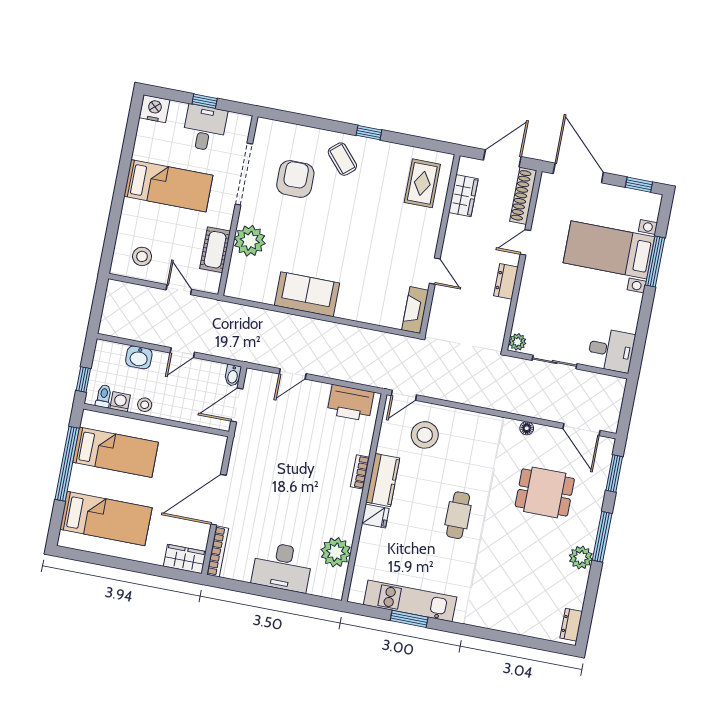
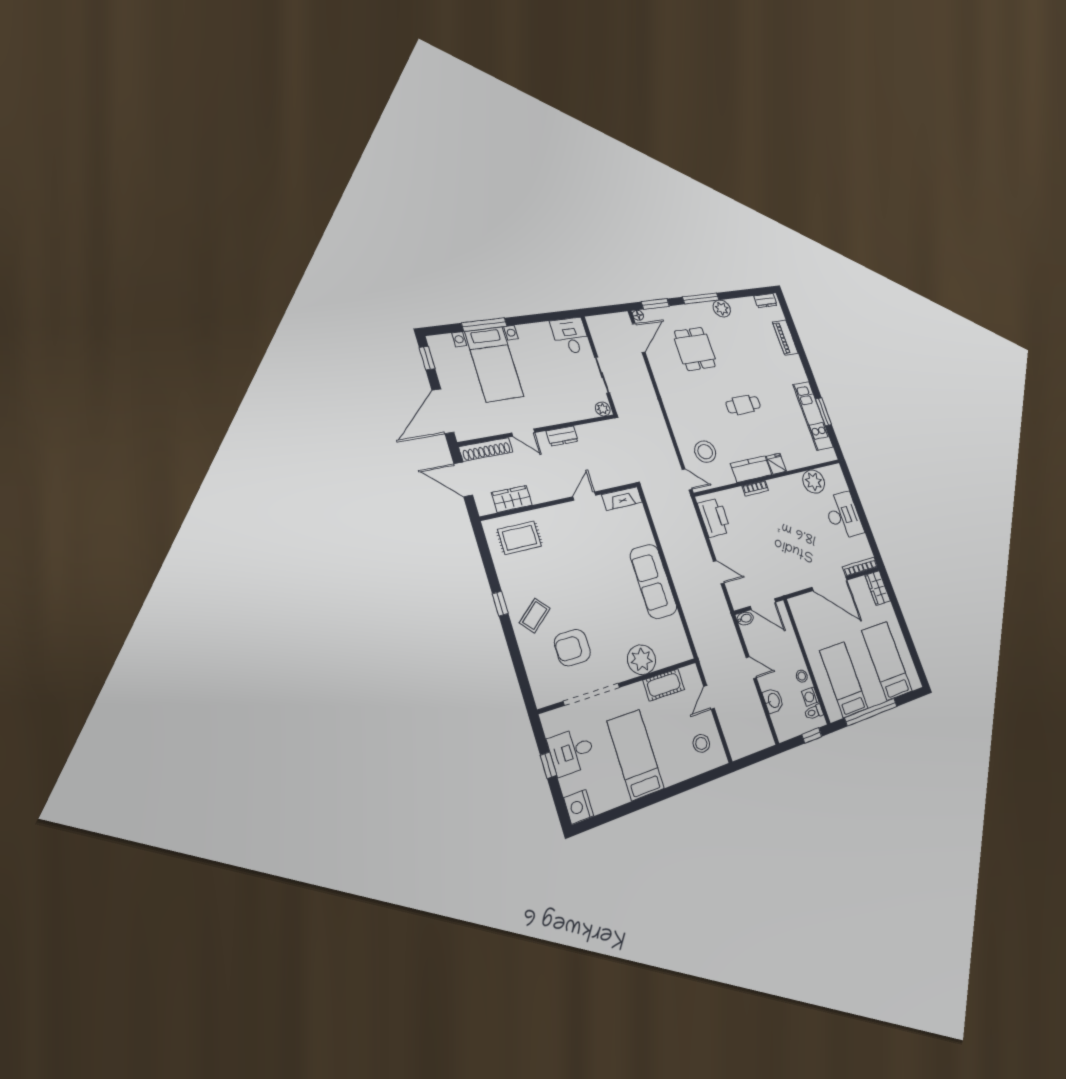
sofa: (307, 294) -> (653, 581), width x1.36
floor lamp: (527, 428) -> (638, 315), moved
piano: (517, 624) -> (785, 338), added

